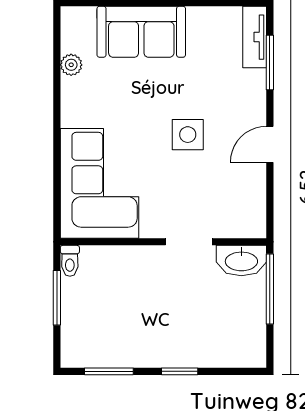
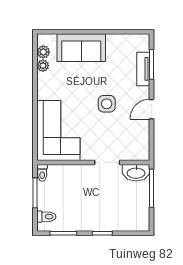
tv unit: (255, 37) -> (143, 69), moved
plant: (72, 40) -> (43, 52), added
toilet: (78, 341) -> (46, 217), added

